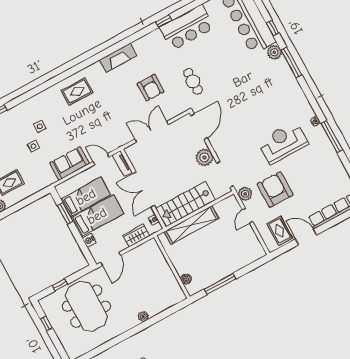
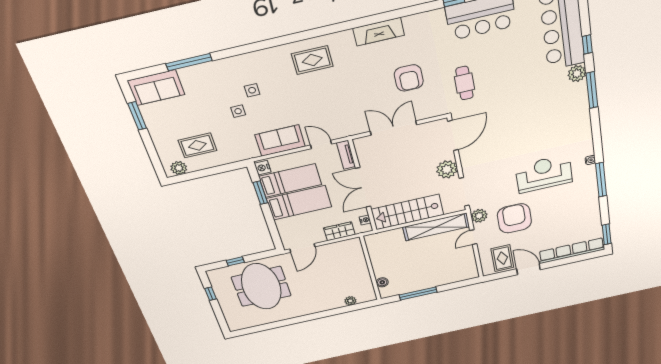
shelving: (191, 225) -> (436, 227), moved
nightstand: (89, 240) -> (263, 168), moved
plant: (143, 317) -> (350, 301), moved

